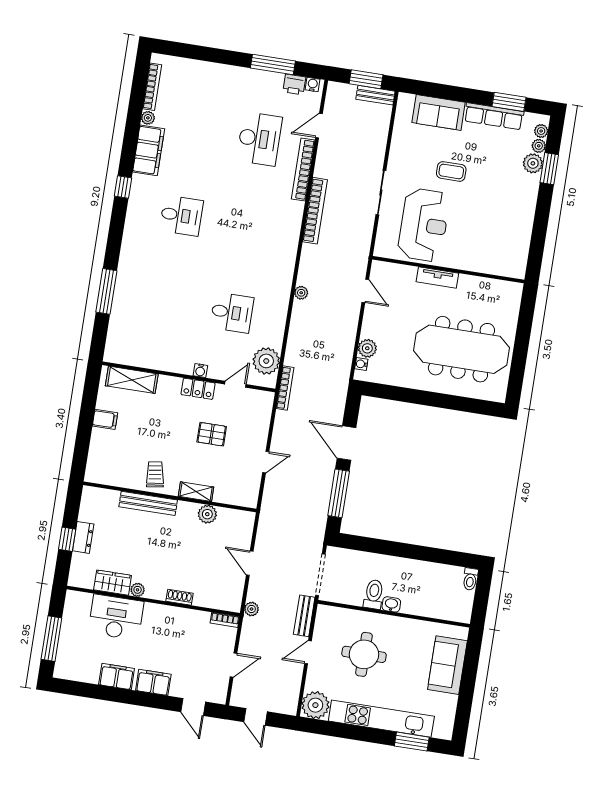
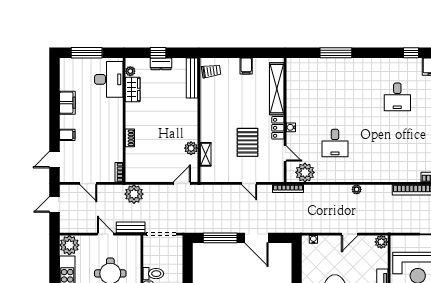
door: (365, 291) -> (350, 234), moved
plant: (367, 348) -> (381, 242), moved
shelving: (132, 380) -> (277, 89), width x1.47
pallet: (212, 434) -> (248, 142), width x1.50, depth x1.42
door: (347, 443) -> (256, 238), swing flipped
door: (266, 462) -> (249, 183), moved
trolley: (155, 474) -> (211, 71), moved
shelving: (196, 492) -> (206, 154), moved
bench: (148, 503) -> (192, 78), moved
door: (250, 563) -> (182, 183), moved
plant: (138, 590) -> (130, 71), moved
plant: (252, 609) -> (134, 194), width x1.88, depth x1.88
desk: (116, 617) -> (109, 79), moved
filing cabinet: (153, 682) -> (67, 135), width x0.50

